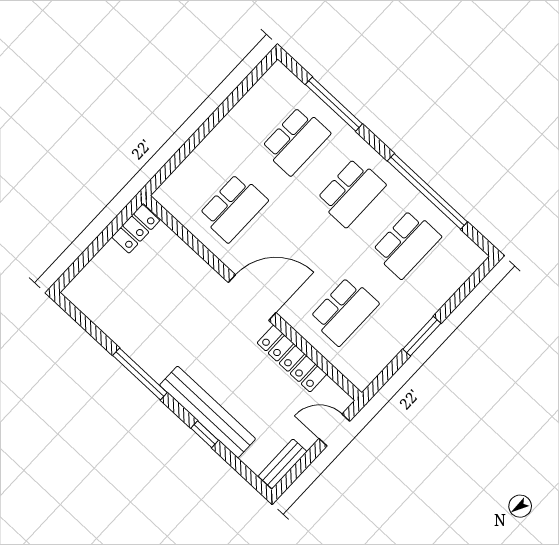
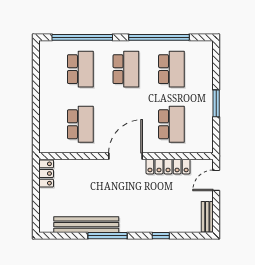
window: (334, 104) -> (82, 37), width x1.46
bench: (208, 412) -> (86, 225), moved

